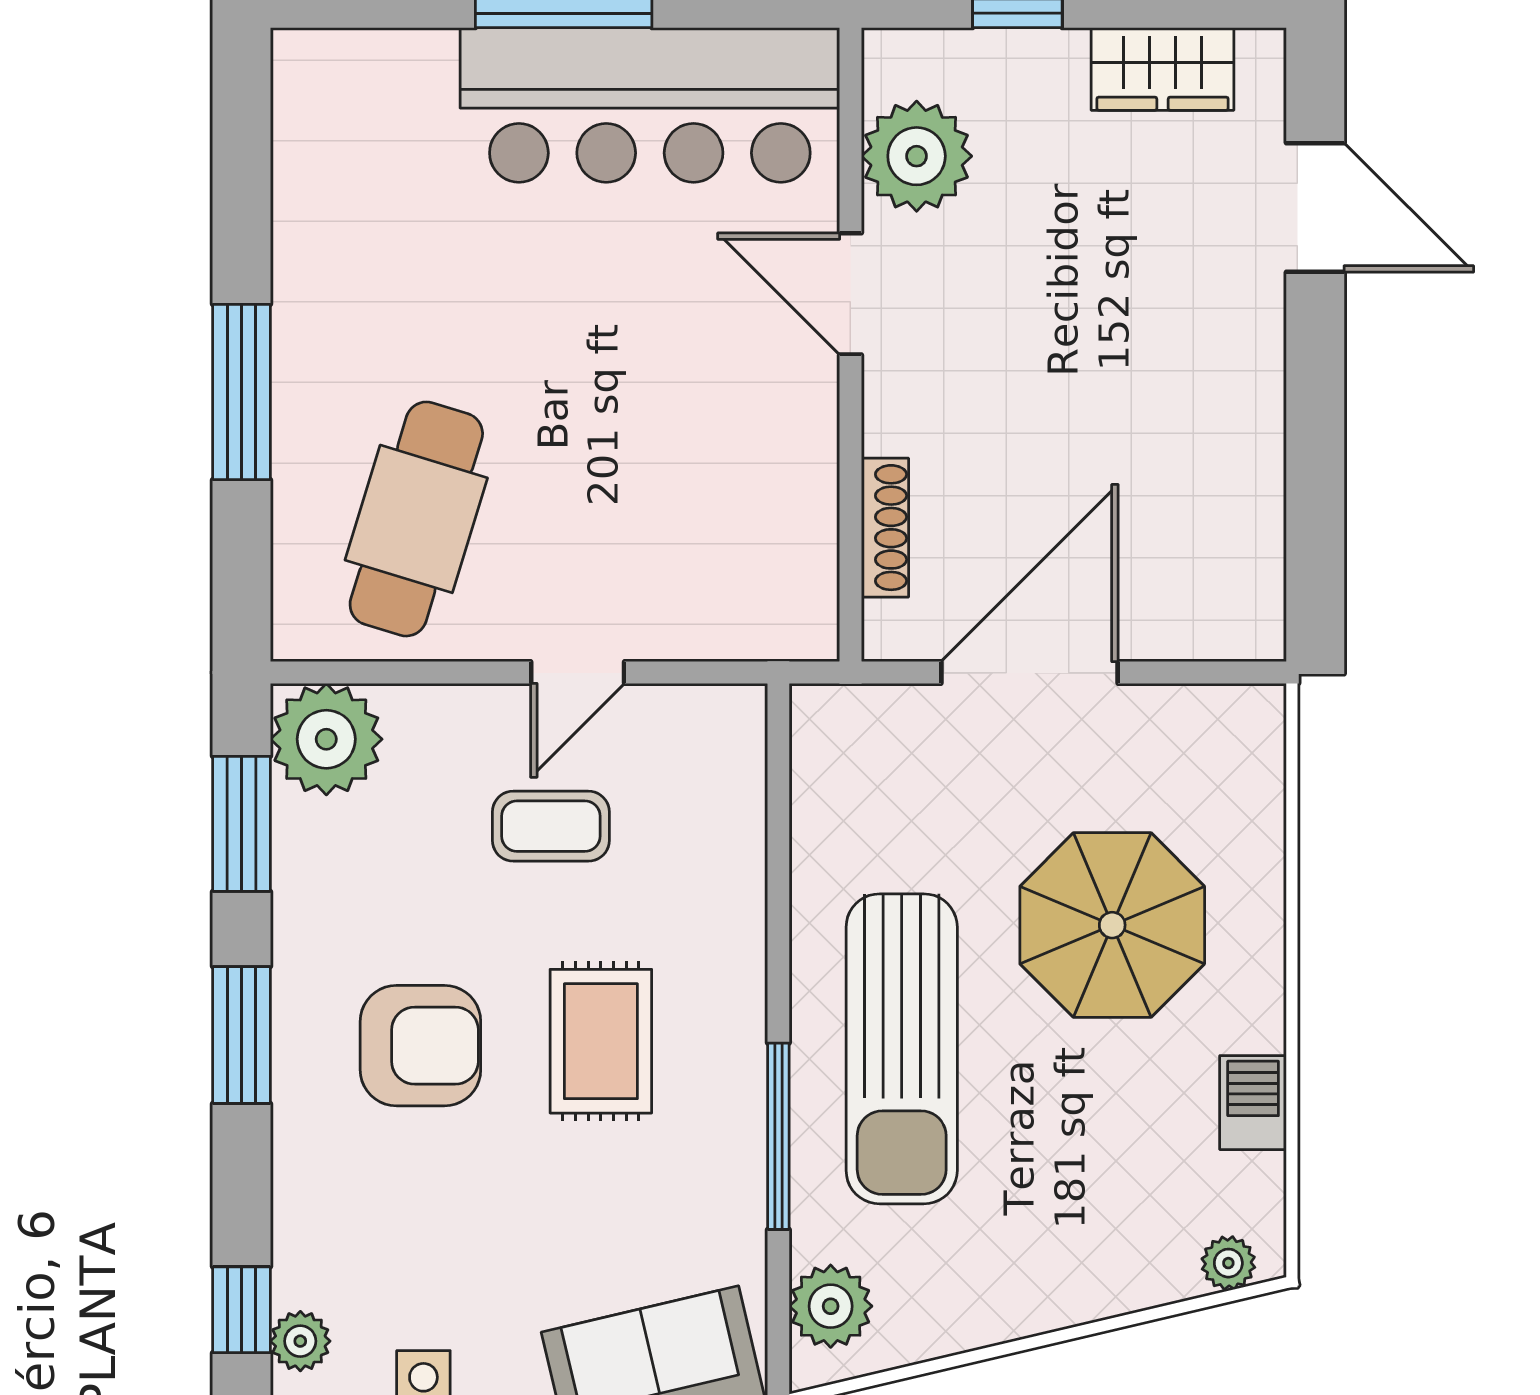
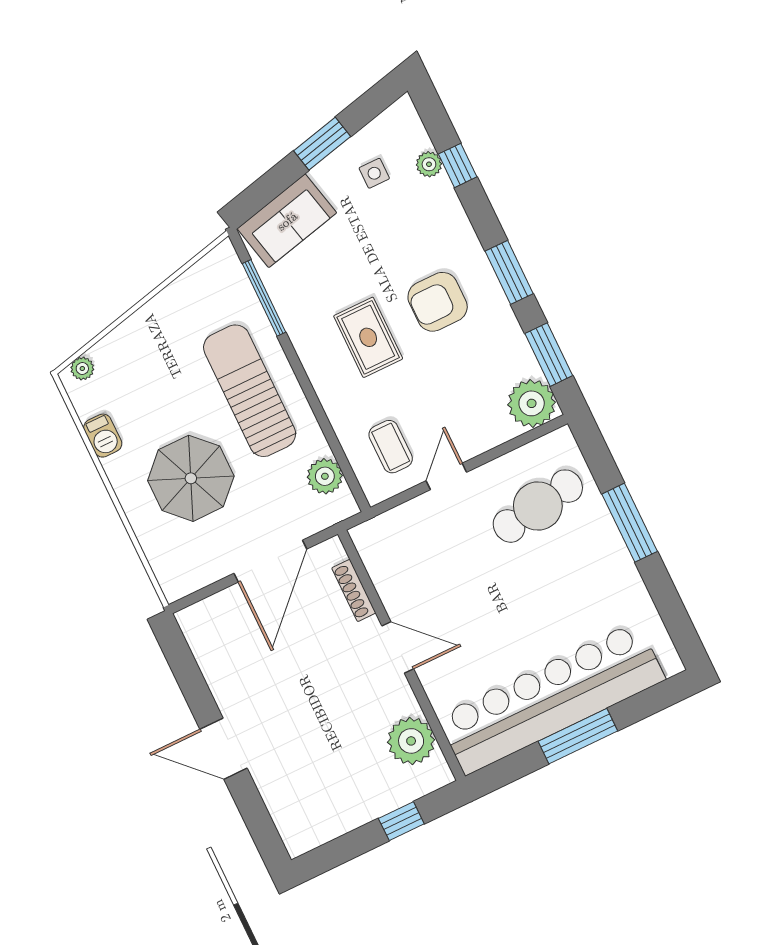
wardrobe: (1163, 69) -> (332, 821), removed
bar counter: (650, 105) -> (551, 698), width x1.36
door: (1315, 207) -> (224, 749), moved
door: (850, 294) -> (398, 647), moved
cafe table: (416, 519) -> (538, 506), turned 64
coffee table: (551, 826) -> (391, 447), moved, turned 90
window: (778, 1136) -> (264, 298), moved
plant: (831, 1306) -> (325, 476), moved

